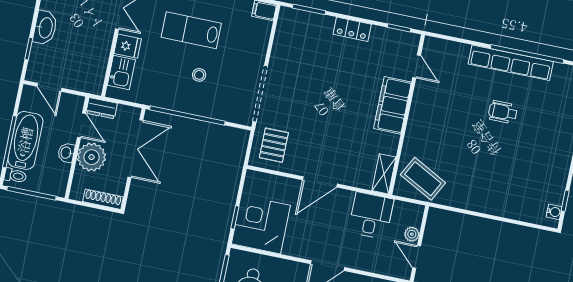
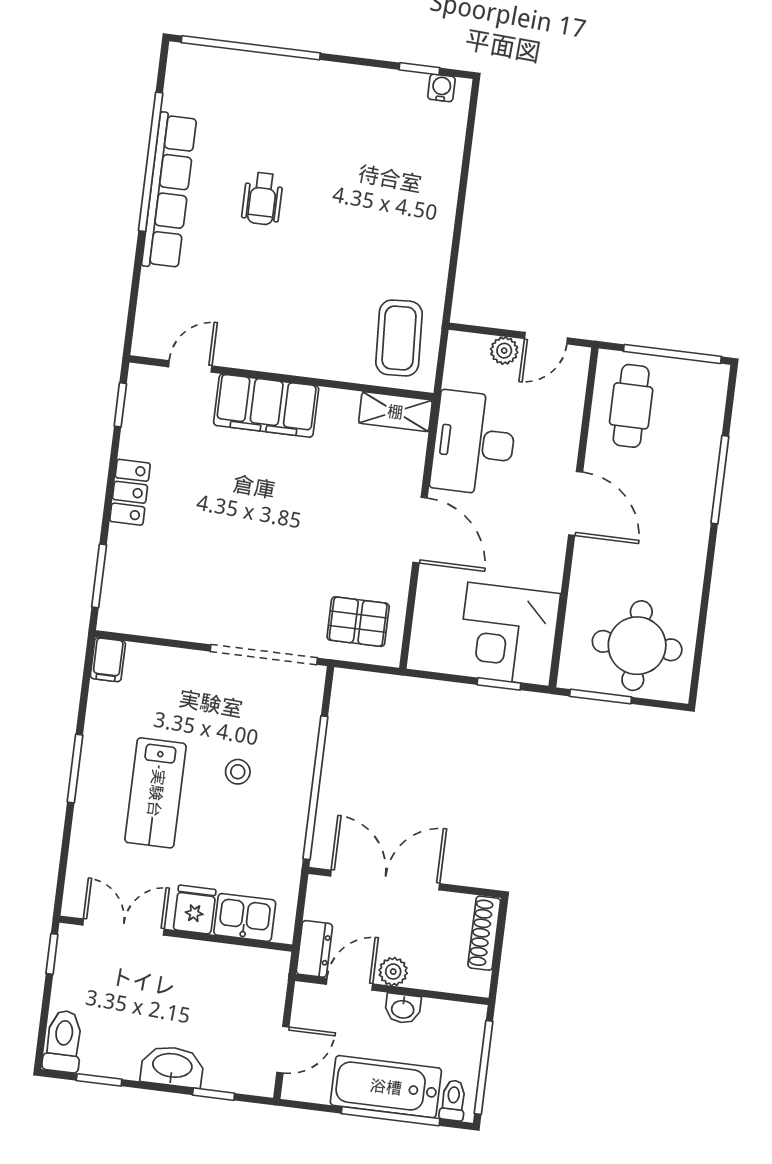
plant: (92, 157) -> (393, 972), width x0.53, depth x0.53
coffee table: (423, 179) -> (399, 338), turned -31
desk: (371, 216) -> (474, 443), width x1.37

